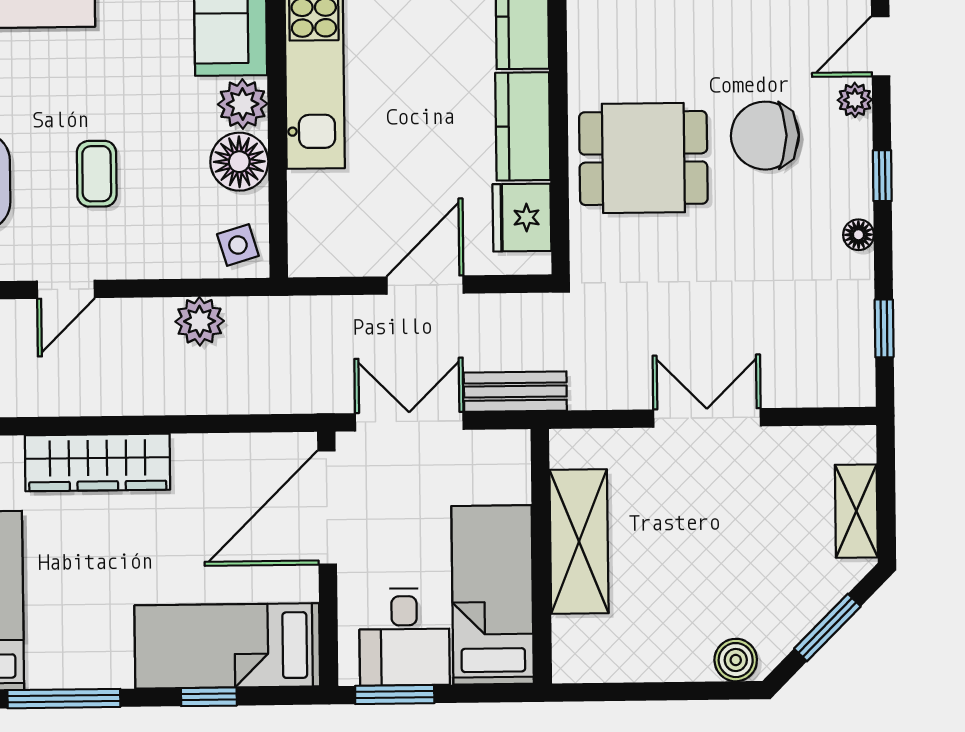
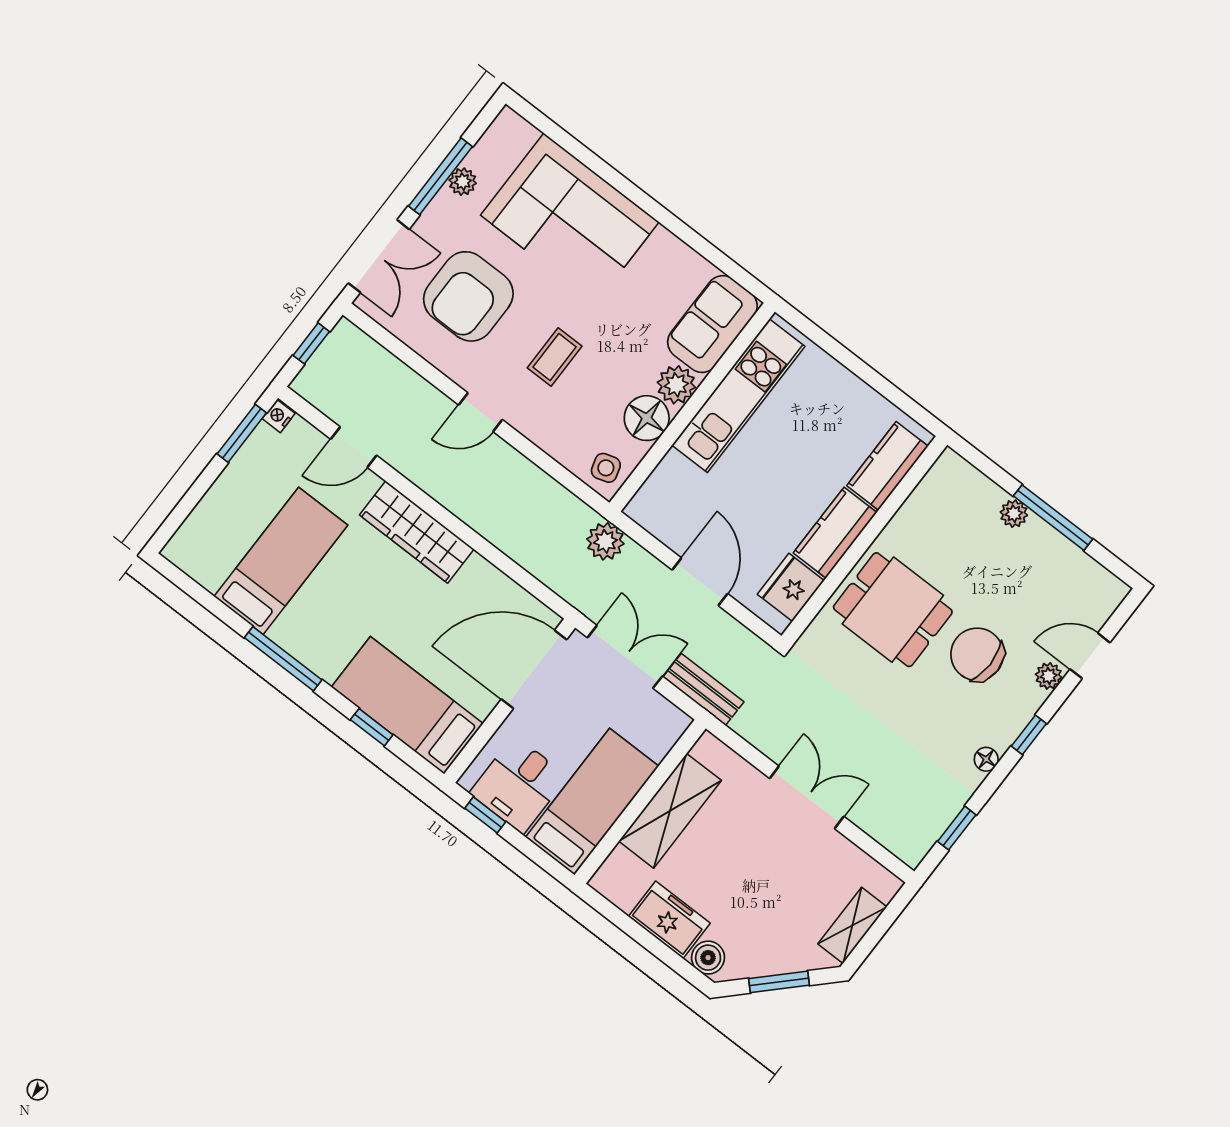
door: (425, 285) -> (700, 582), hinge flipped
plant: (200, 321) -> (605, 541), moved
freezer: (666, 653) -> (669, 920), added
window: (395, 695) -> (485, 815), width x0.67

